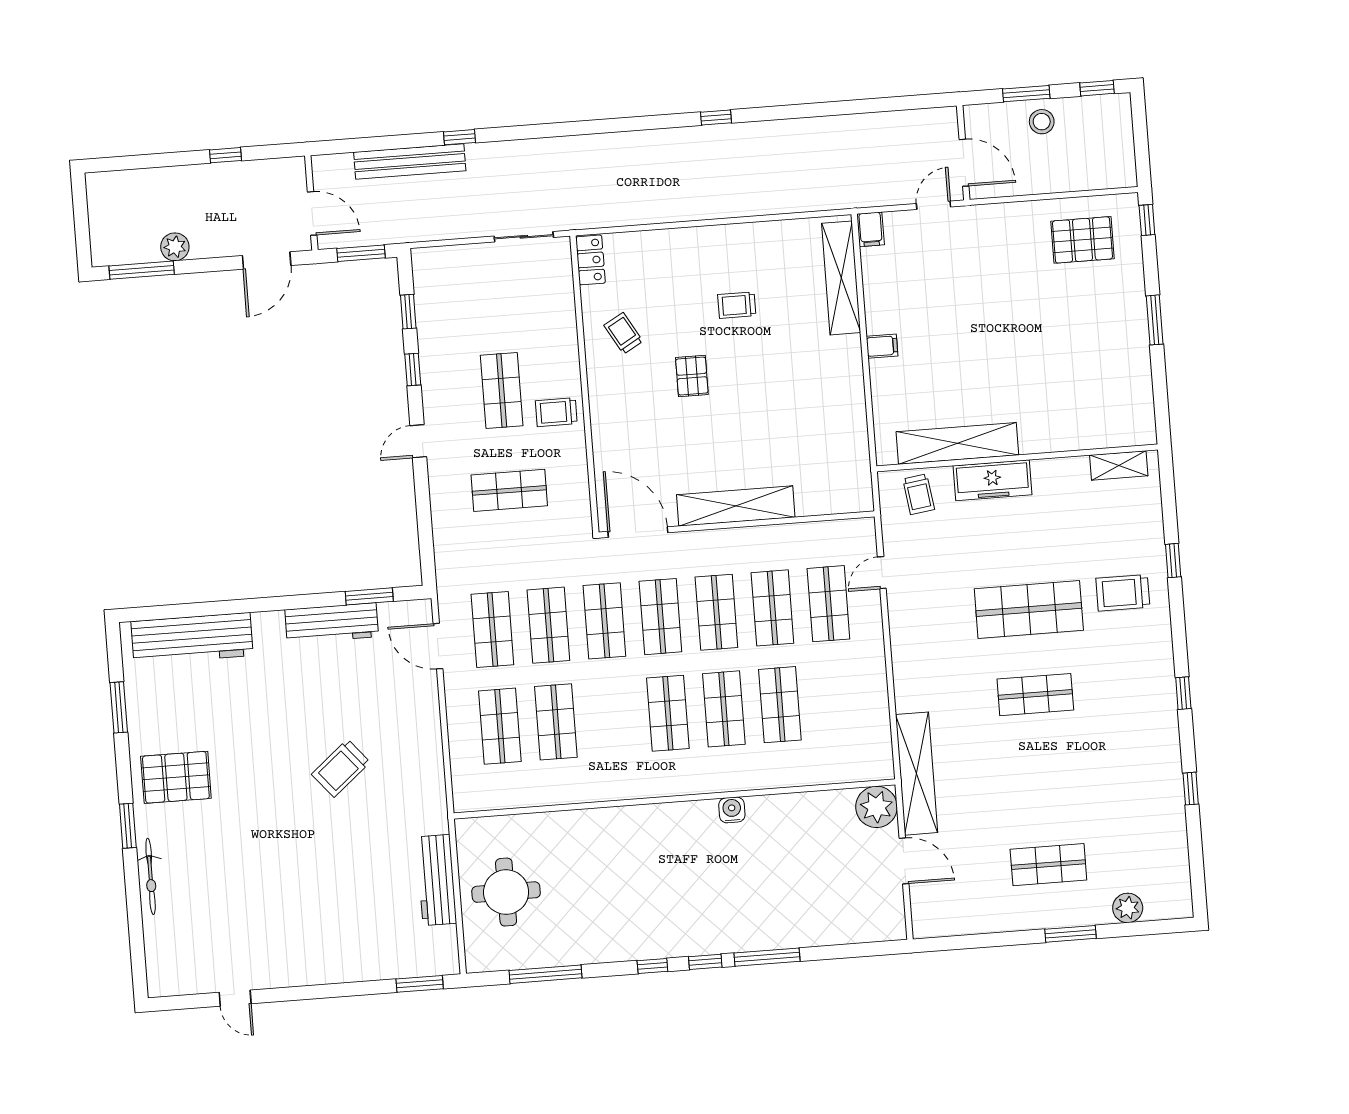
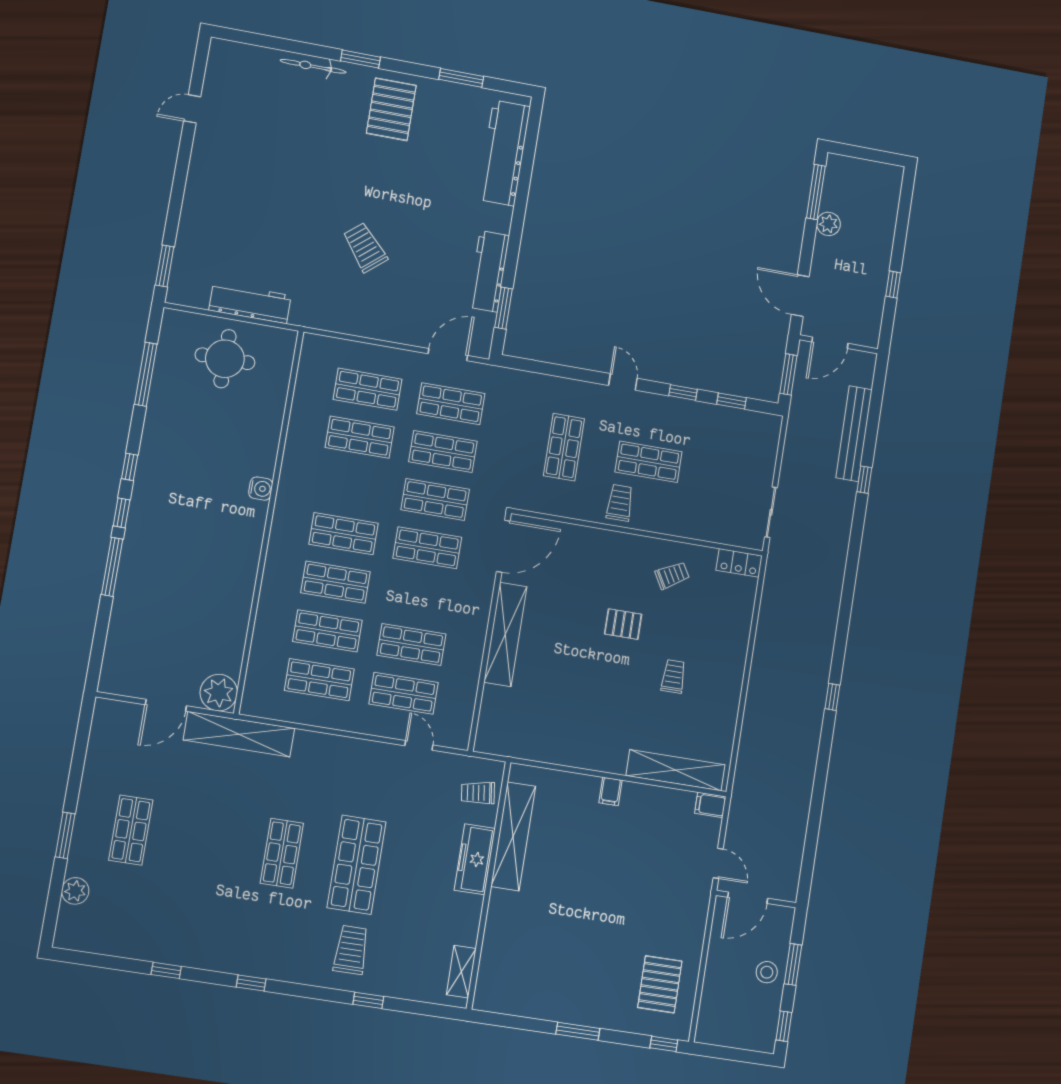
shop shelf: (716, 612) -> (319, 680), moved
water cooler: (732, 810) -> (261, 489), moved

